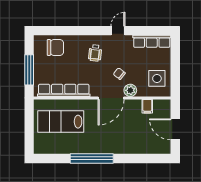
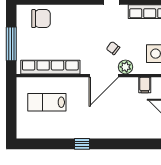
wheelchair: (95, 53) -> (86, 25), removed
lab bench: (61, 122) -> (47, 102), width x0.73, depth x0.72
window: (92, 158) -> (82, 144), width x0.32

